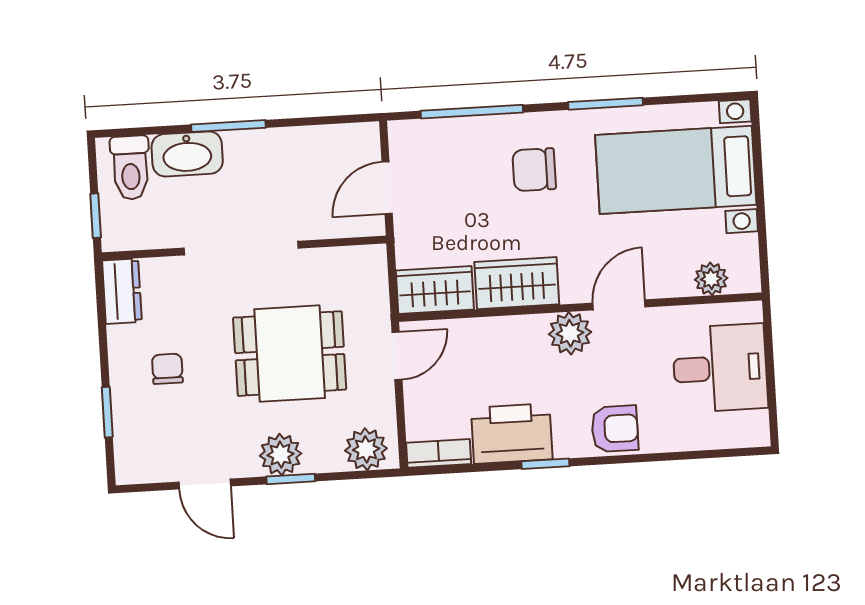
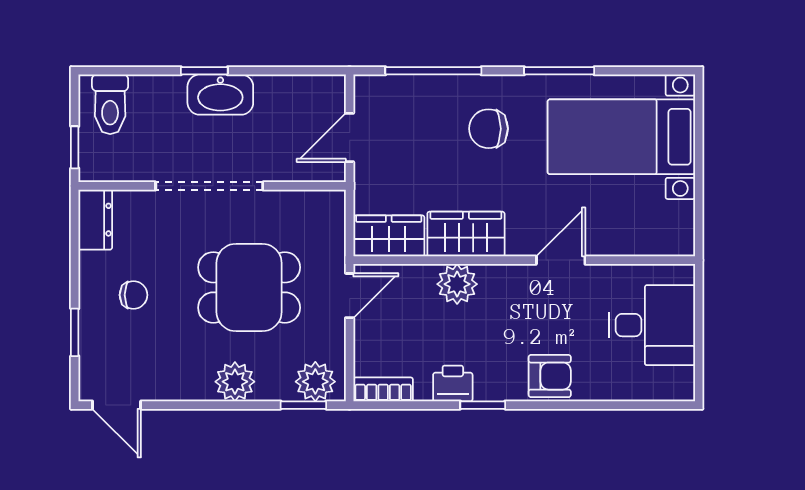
window: (228, 126) -> (204, 71), width x0.67
washbasin: (187, 154) -> (220, 95), moved
plant: (711, 279) -> (648, 241), removed
plant: (570, 333) -> (457, 284), moved
chair: (167, 369) -> (134, 295), turned 90
printer: (512, 434) -> (453, 383), width x0.53, depth x0.68
window: (291, 479) -> (303, 405), moved
door: (205, 484) -> (117, 405), moved

